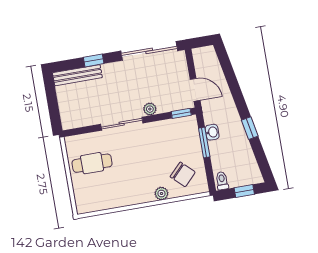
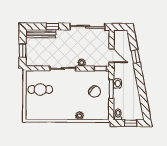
window: (53, 107) -> (23, 51), added
window: (250, 128) -> (136, 56), moved
chair: (183, 174) -> (95, 92), moved

